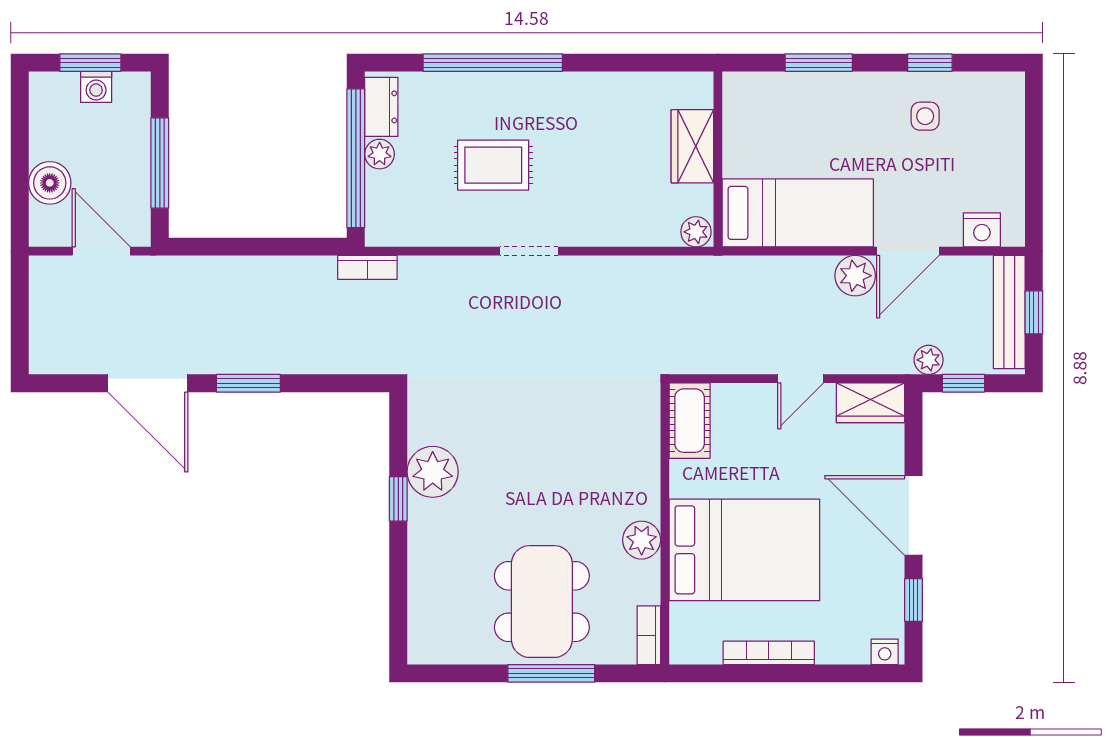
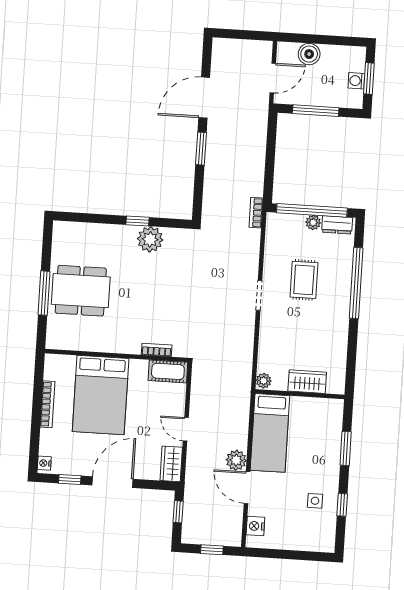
bench: (1009, 312) -> (213, 537), removed
plant: (929, 360) -> (191, 495), removed
plant: (642, 540) -> (109, 343), removed
bookcase: (649, 635) -> (157, 350), moved

